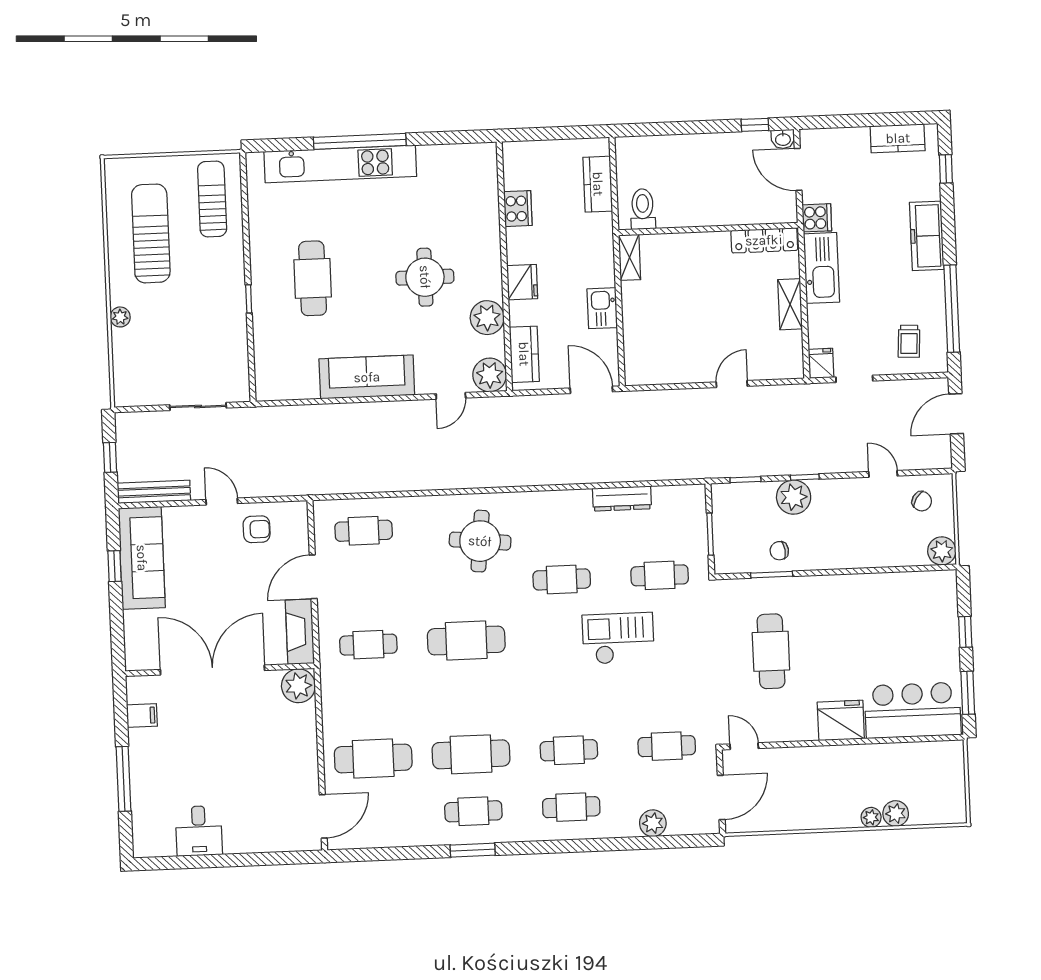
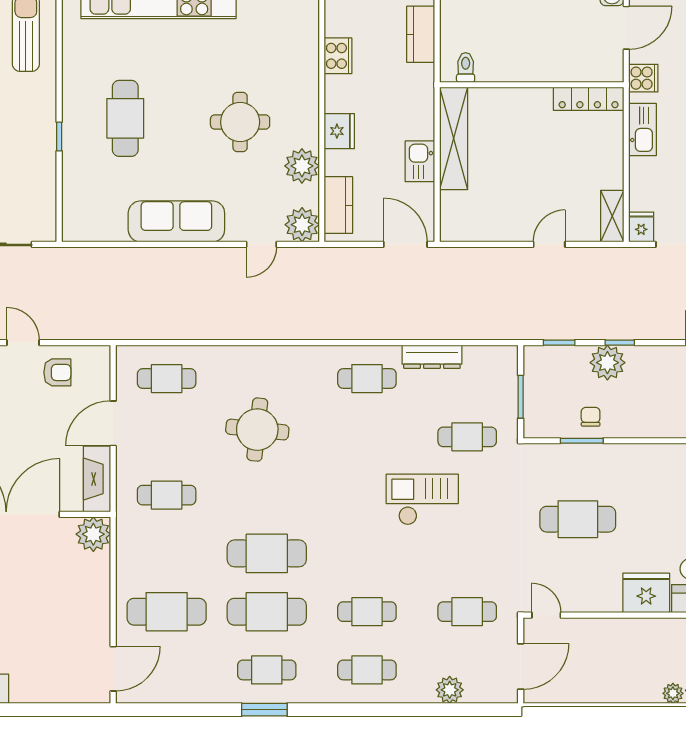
door: (798, 169) -> (626, 28), swing flipped
toilet: (643, 209) -> (466, 67), width x0.73, depth x0.72
shelving: (630, 257) -> (454, 138), width x2.20, depth x1.33
kitchen sink: (821, 268) -> (642, 130), width x0.73, depth x0.81
shelving: (790, 304) -> (612, 216), moved
round table: (480, 541) -> (257, 430), moved
chair: (779, 551) -> (591, 417), turned 97
cafe table: (562, 579) -> (367, 379), moved
cafe table: (466, 640) -> (267, 553), moved
cafe table: (771, 651) -> (578, 519), turned 90

